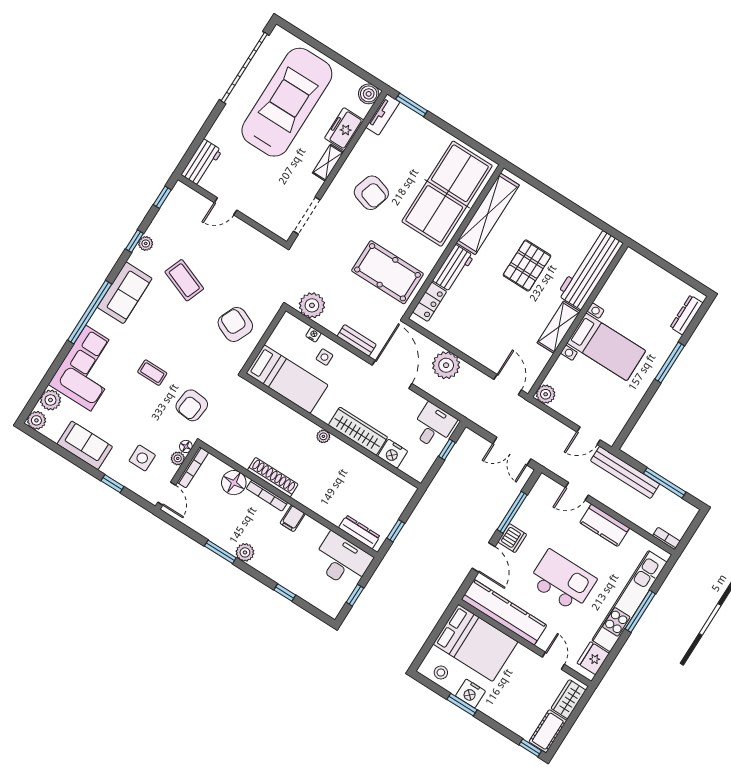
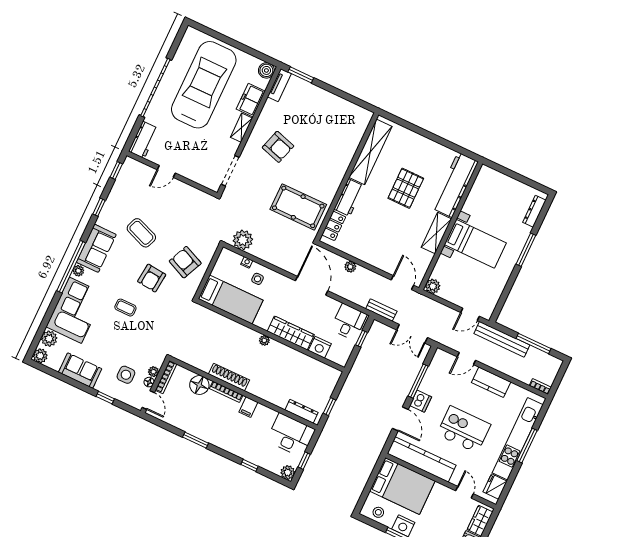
garage door: (244, 67) -> (155, 88), moved
table tennis table: (447, 194) -> (337, 140), removed
plant: (146, 243) -> (78, 271), moved
bench: (357, 340) -> (381, 310), moved
plant: (446, 365) -> (350, 267), width x0.53, depth x0.53
armchair: (192, 405) -> (152, 278), moved
floor lamp: (186, 446) -> (149, 382), moved
plant: (245, 552) -> (288, 472), moved

